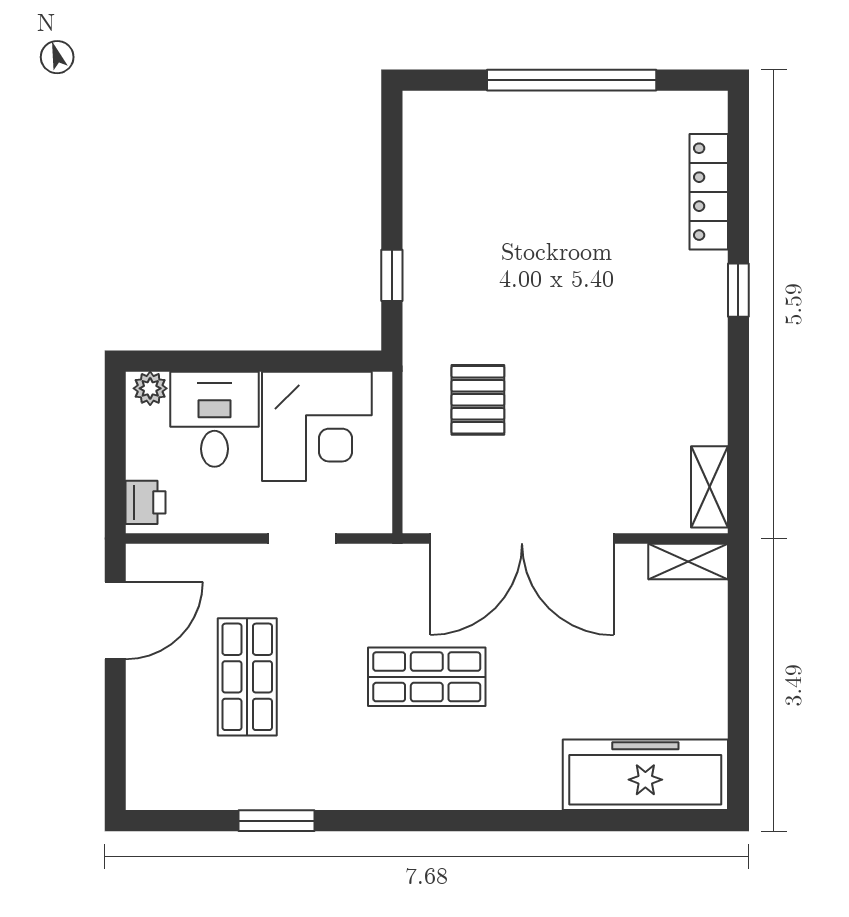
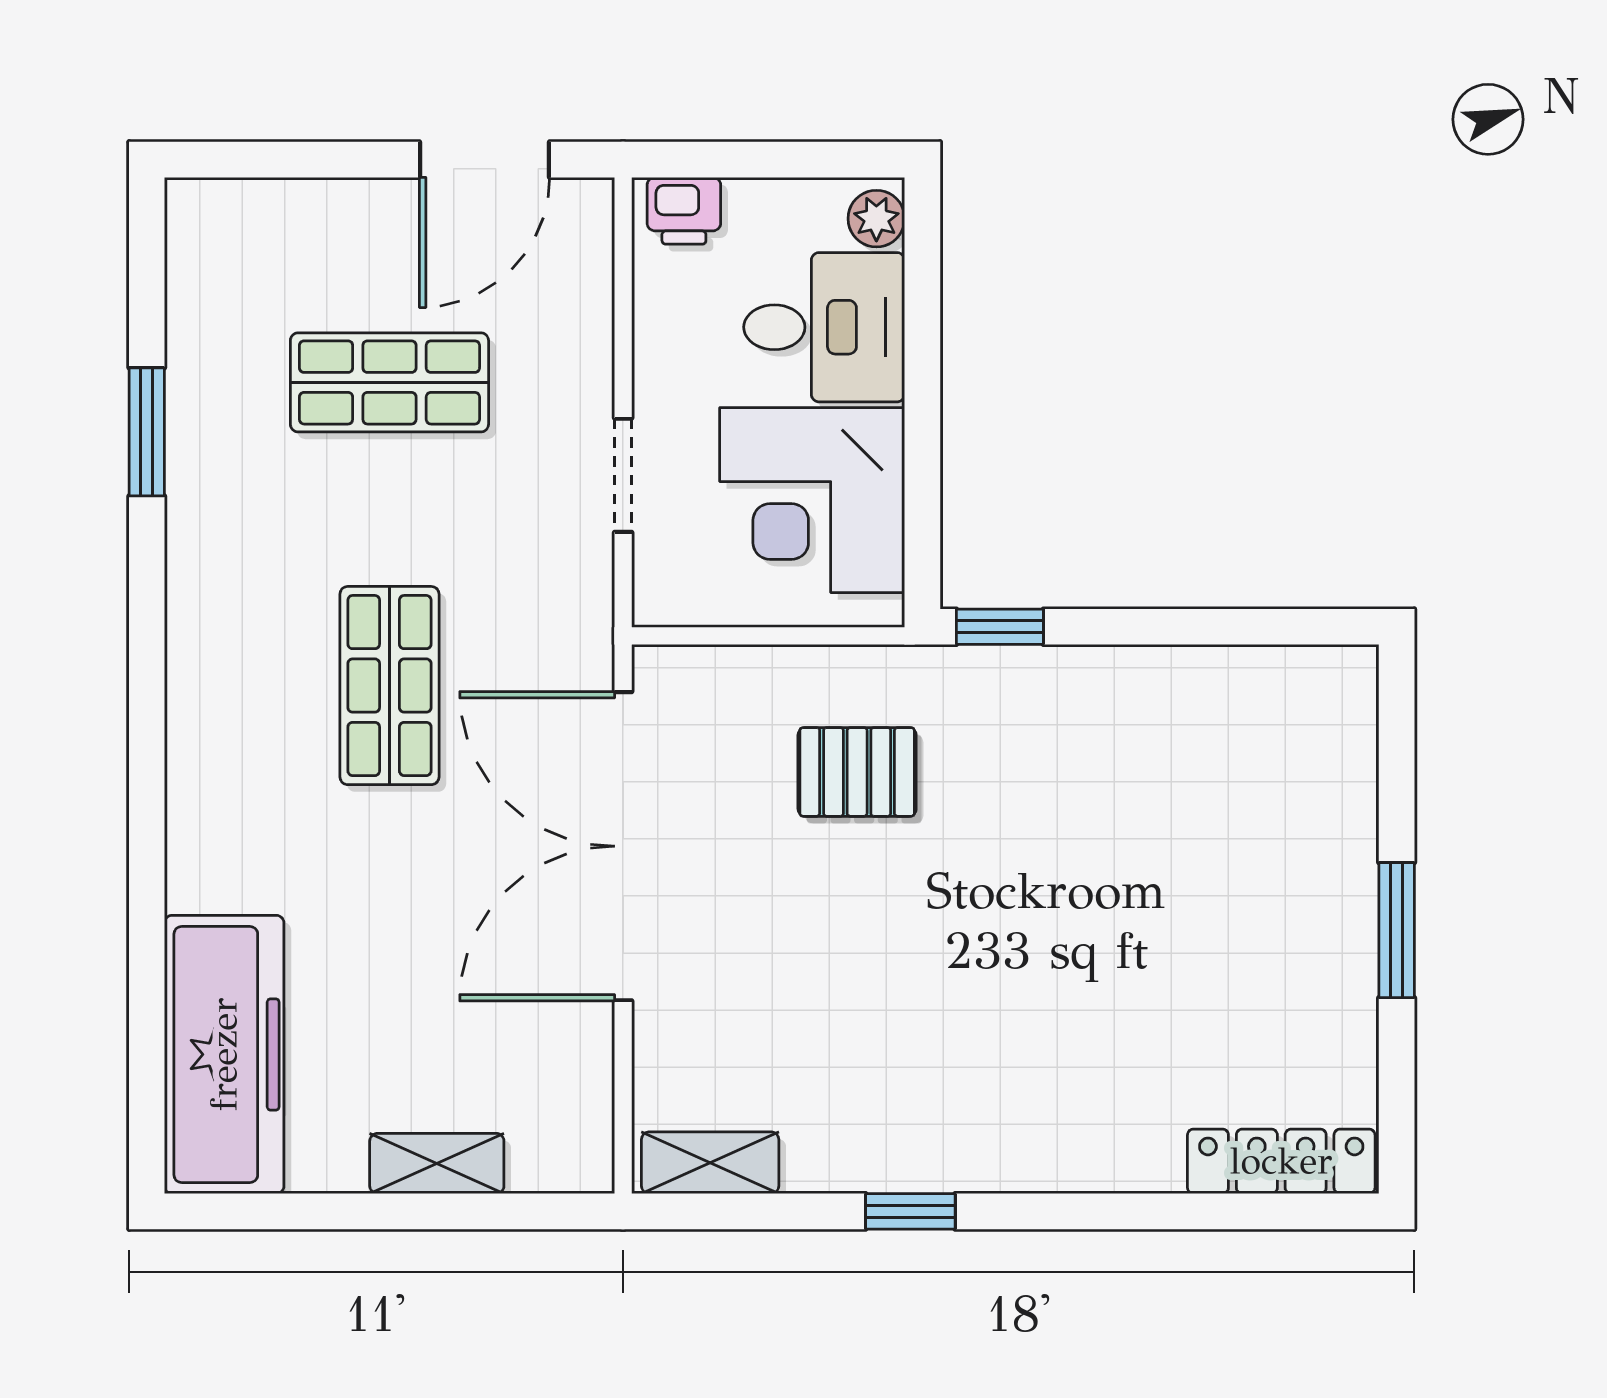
window: (572, 80) -> (1397, 930), width x0.47
locker: (709, 192) -> (1281, 1161), moved
window: (392, 275) -> (1000, 627), moved
window: (738, 290) -> (910, 1211), moved
shelving: (688, 561) -> (437, 1164), moved, turned 90
door: (115, 621) -> (485, 160), hinge flipped

